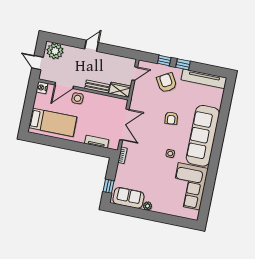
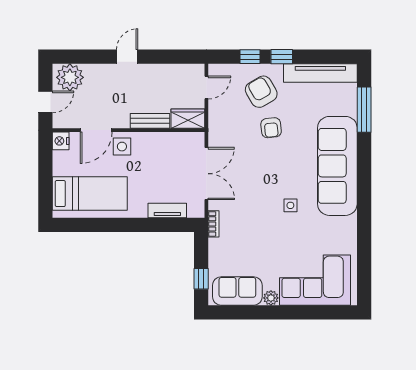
door: (38, 63) -> (45, 102), swing flipped
window: (225, 106) -> (364, 110), added
armchair: (171, 118) -> (271, 128), moved
corner sofa: (189, 186) -> (315, 280), moved, turned 90

